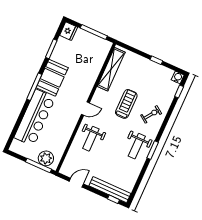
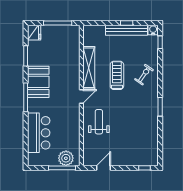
shelving: (111, 69) -> (89, 68), moved
bar counter: (35, 118) -> (39, 133), width x0.73
weight bench: (91, 139) -> (99, 122), turned 180
weight bench: (137, 146) -> (144, 110), removed
bench: (110, 190) -> (127, 30), moved

